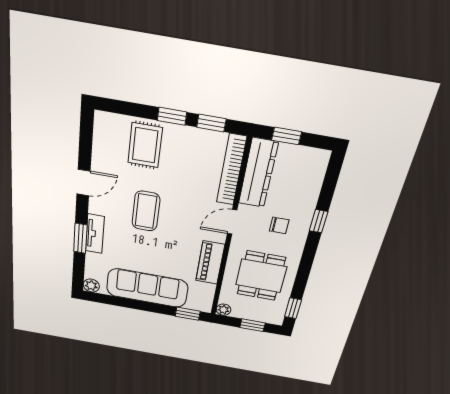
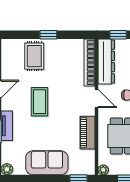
window: (211, 123) -> (72, 35), removed
door: (232, 222) -> (97, 99), swing flipped
sofa: (147, 288) -> (47, 163), width x0.73

